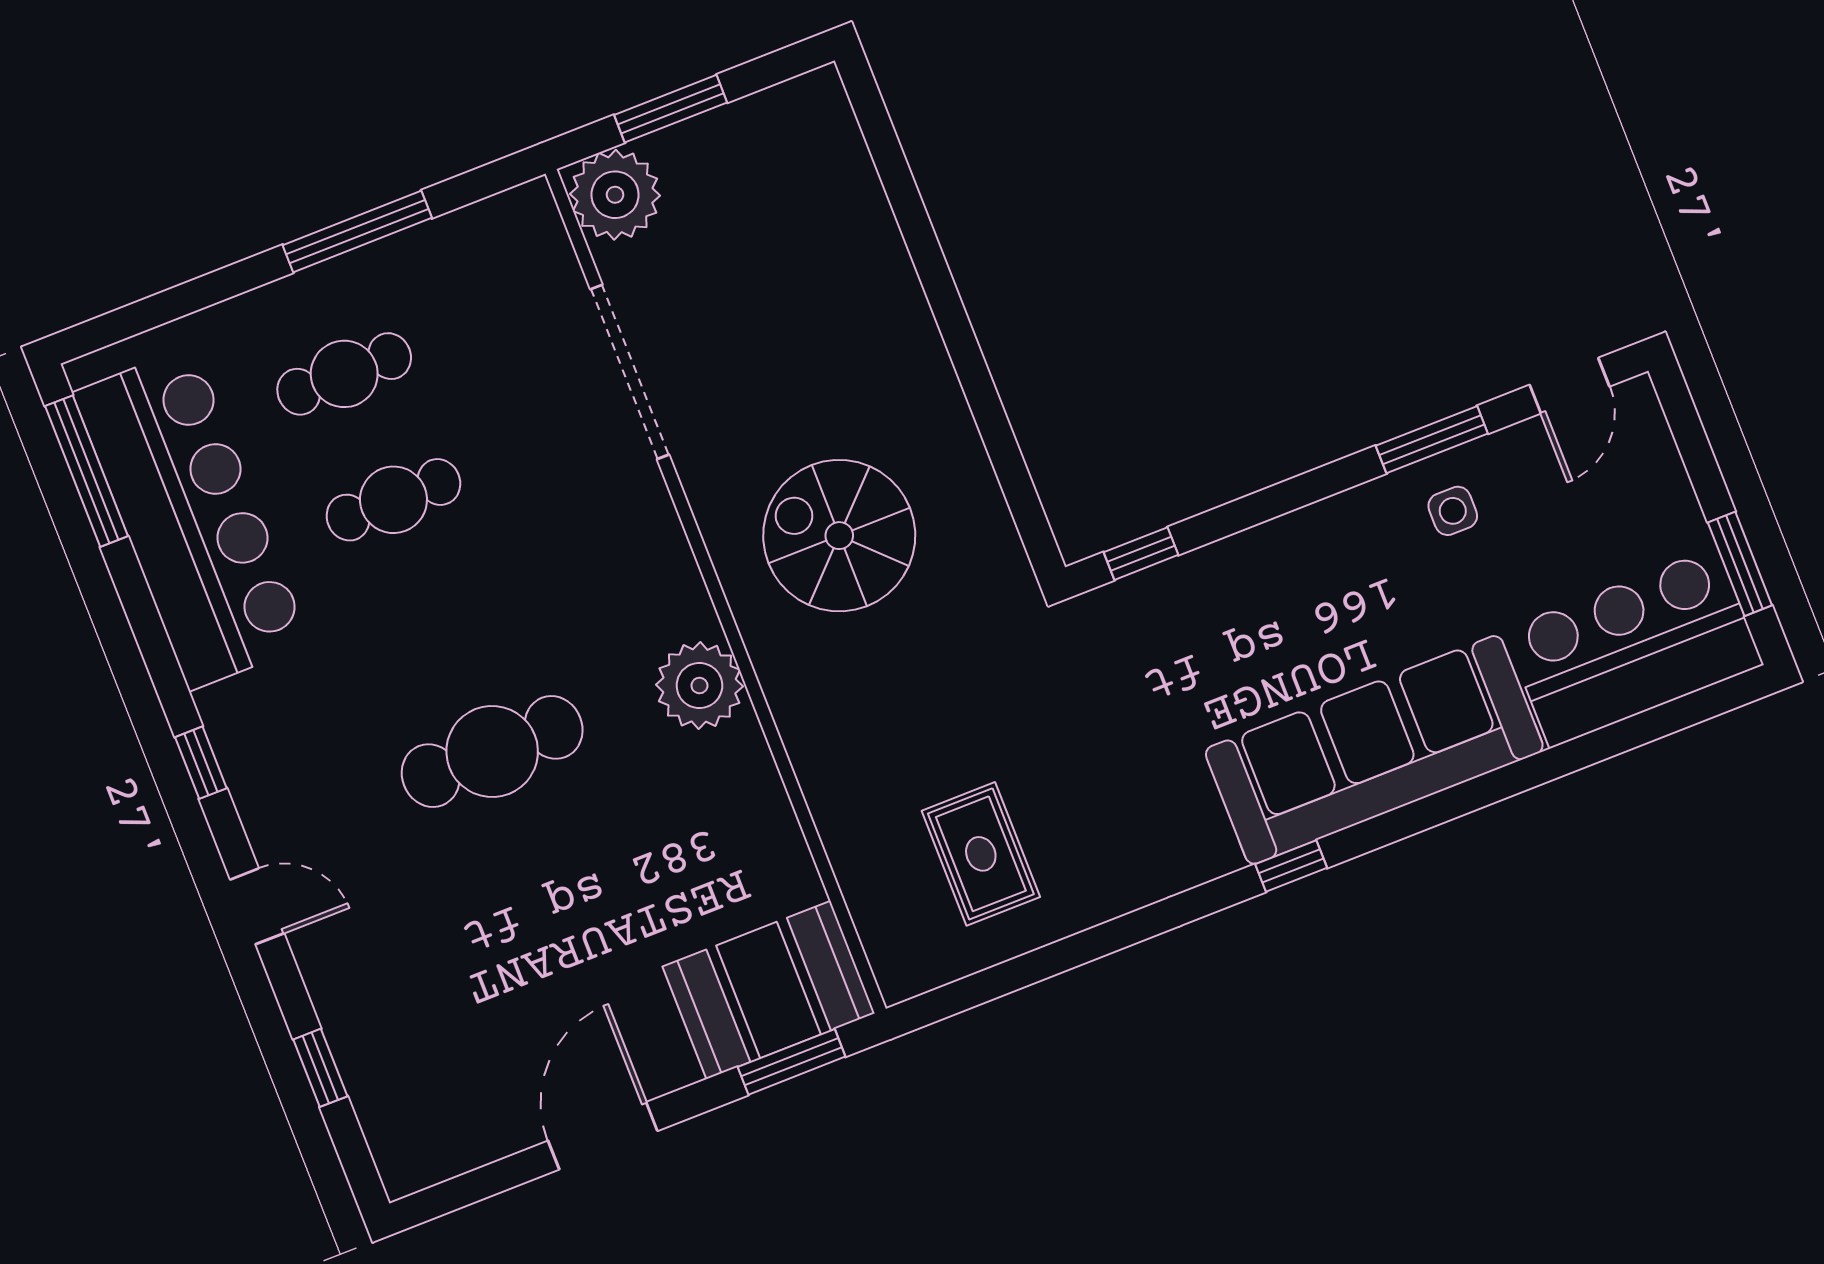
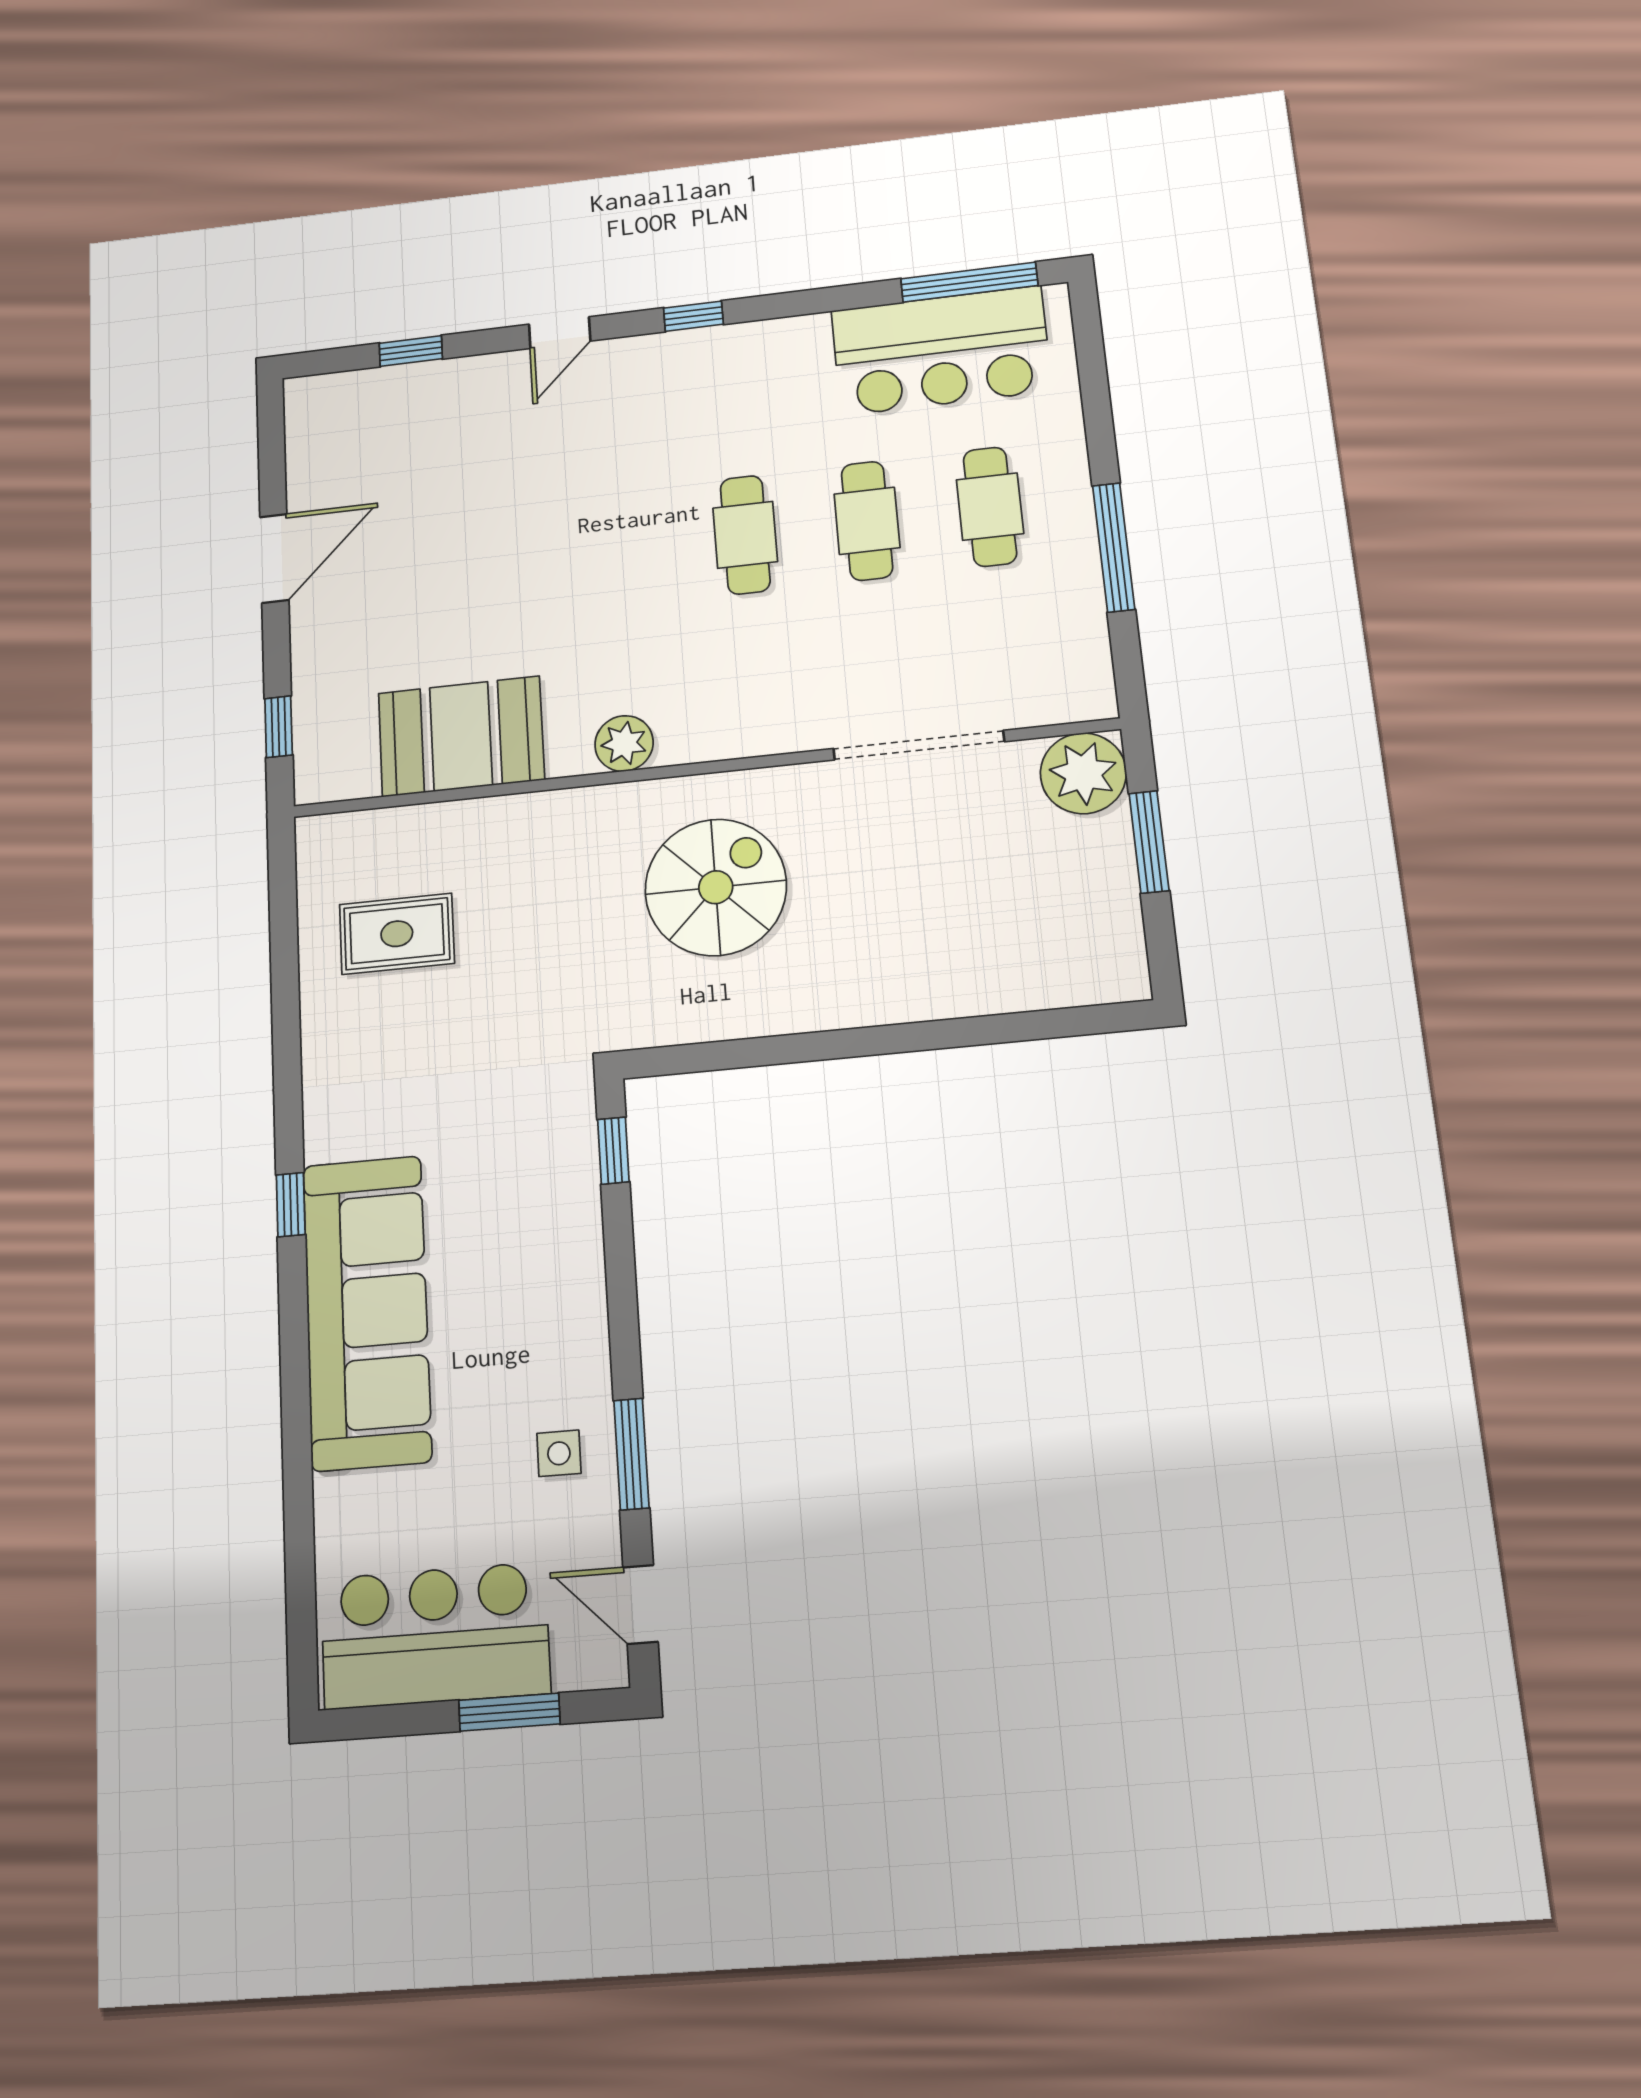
bar counter: (191, 518) -> (941, 351), width x0.73
window: (1740, 564) -> (509, 1712), moved
bar counter: (1633, 647) -> (435, 1636), moved, turned -90
plant: (699, 686) -> (624, 743), width x0.73, depth x0.73
cafe table: (492, 751) -> (745, 535), moved, width x0.73, depth x0.74
booth: (769, 990) -> (461, 736), moved, turned 90
window: (792, 1062) -> (279, 727), width x0.67
door: (603, 1136) -> (274, 558), hinge flipped

